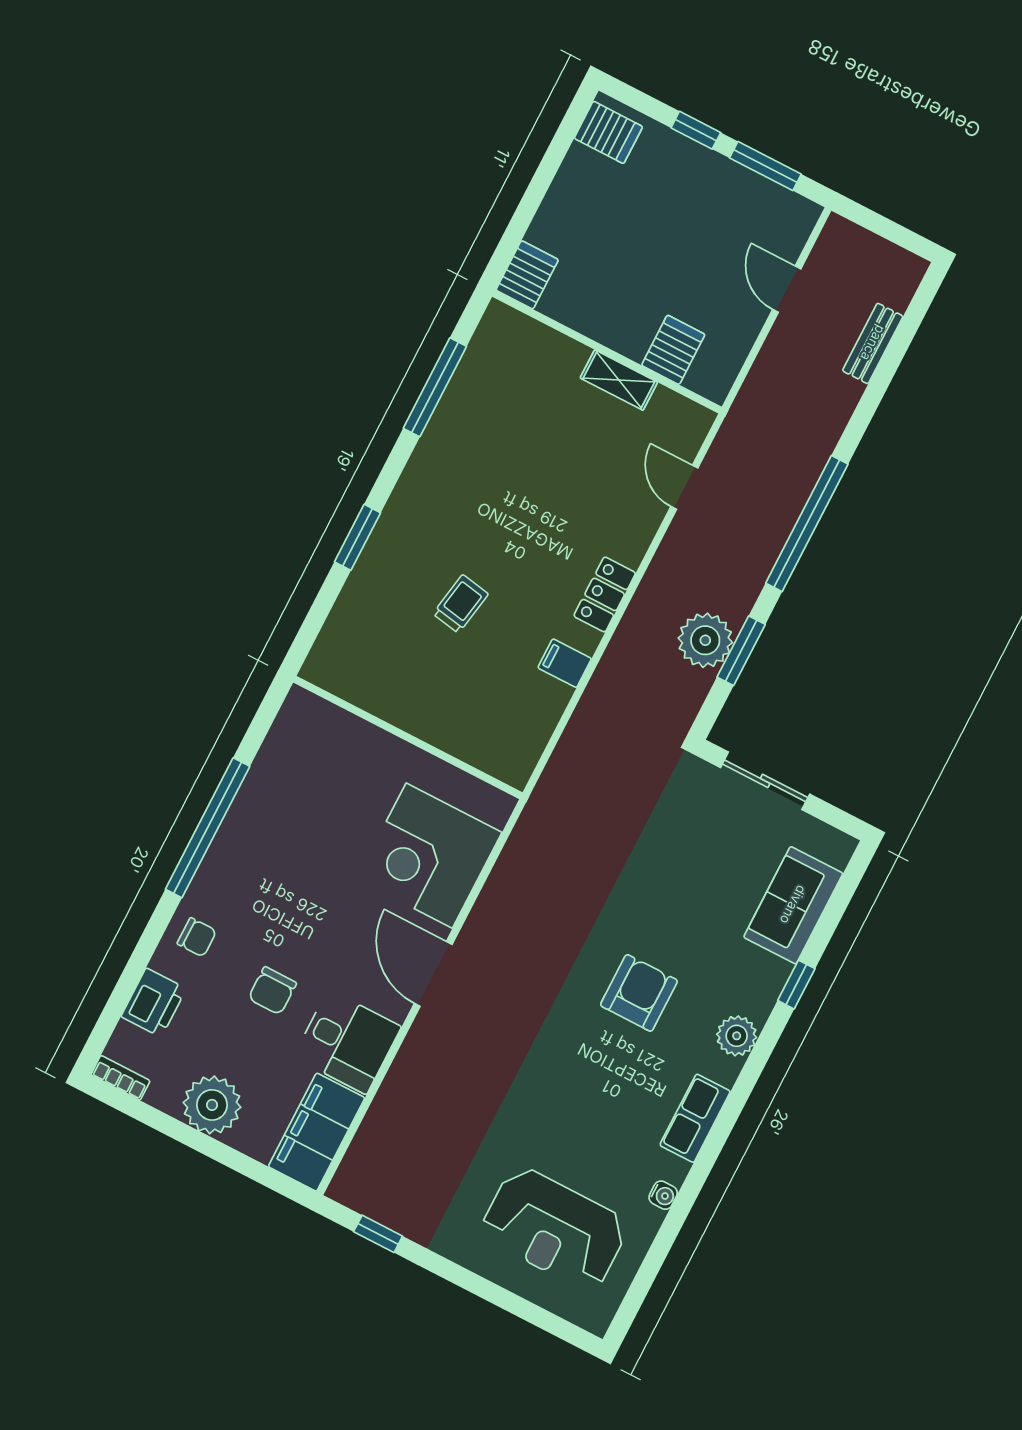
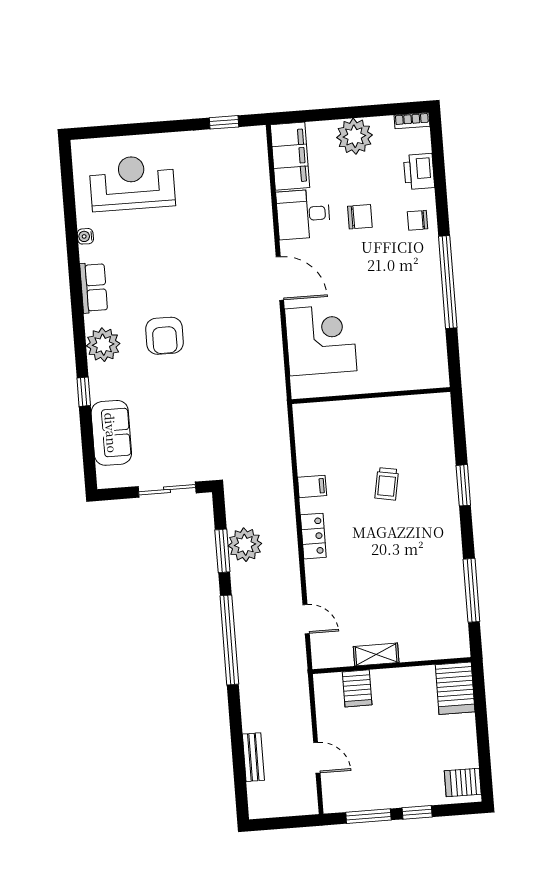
server rack: (527, 275) -> (455, 688), width x1.36, depth x1.44
chair: (272, 991) -> (360, 217), turned 90
plant: (737, 1036) -> (103, 345), width x1.36, depth x1.36

